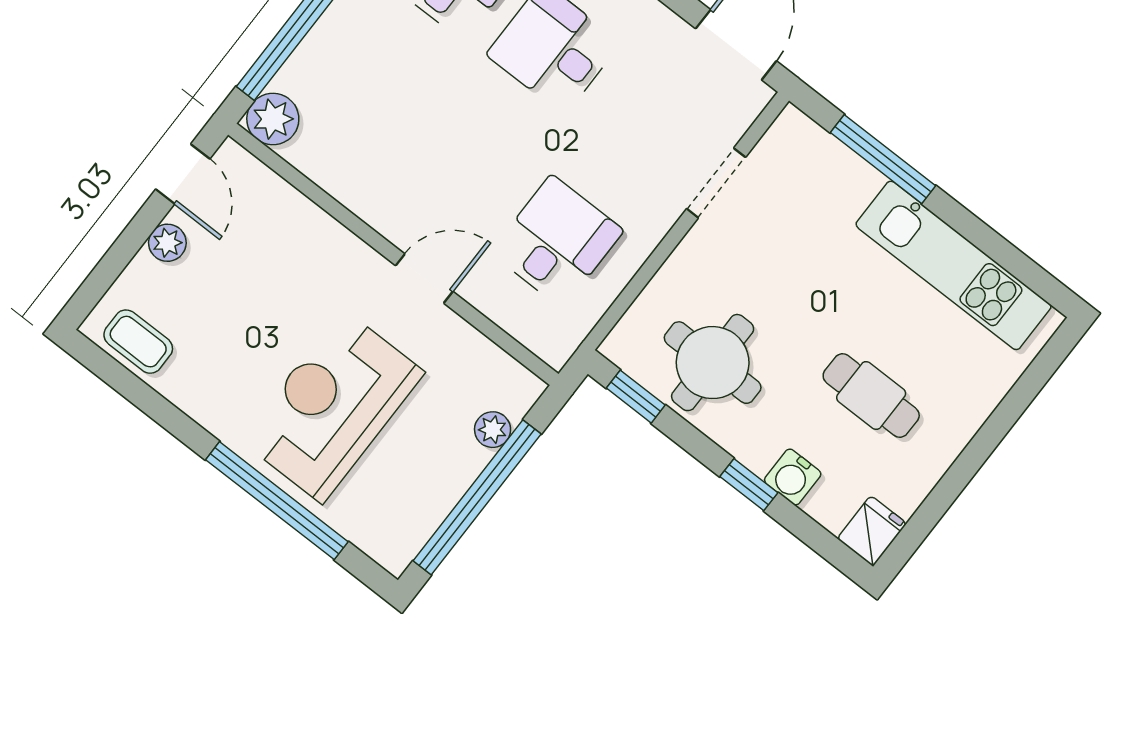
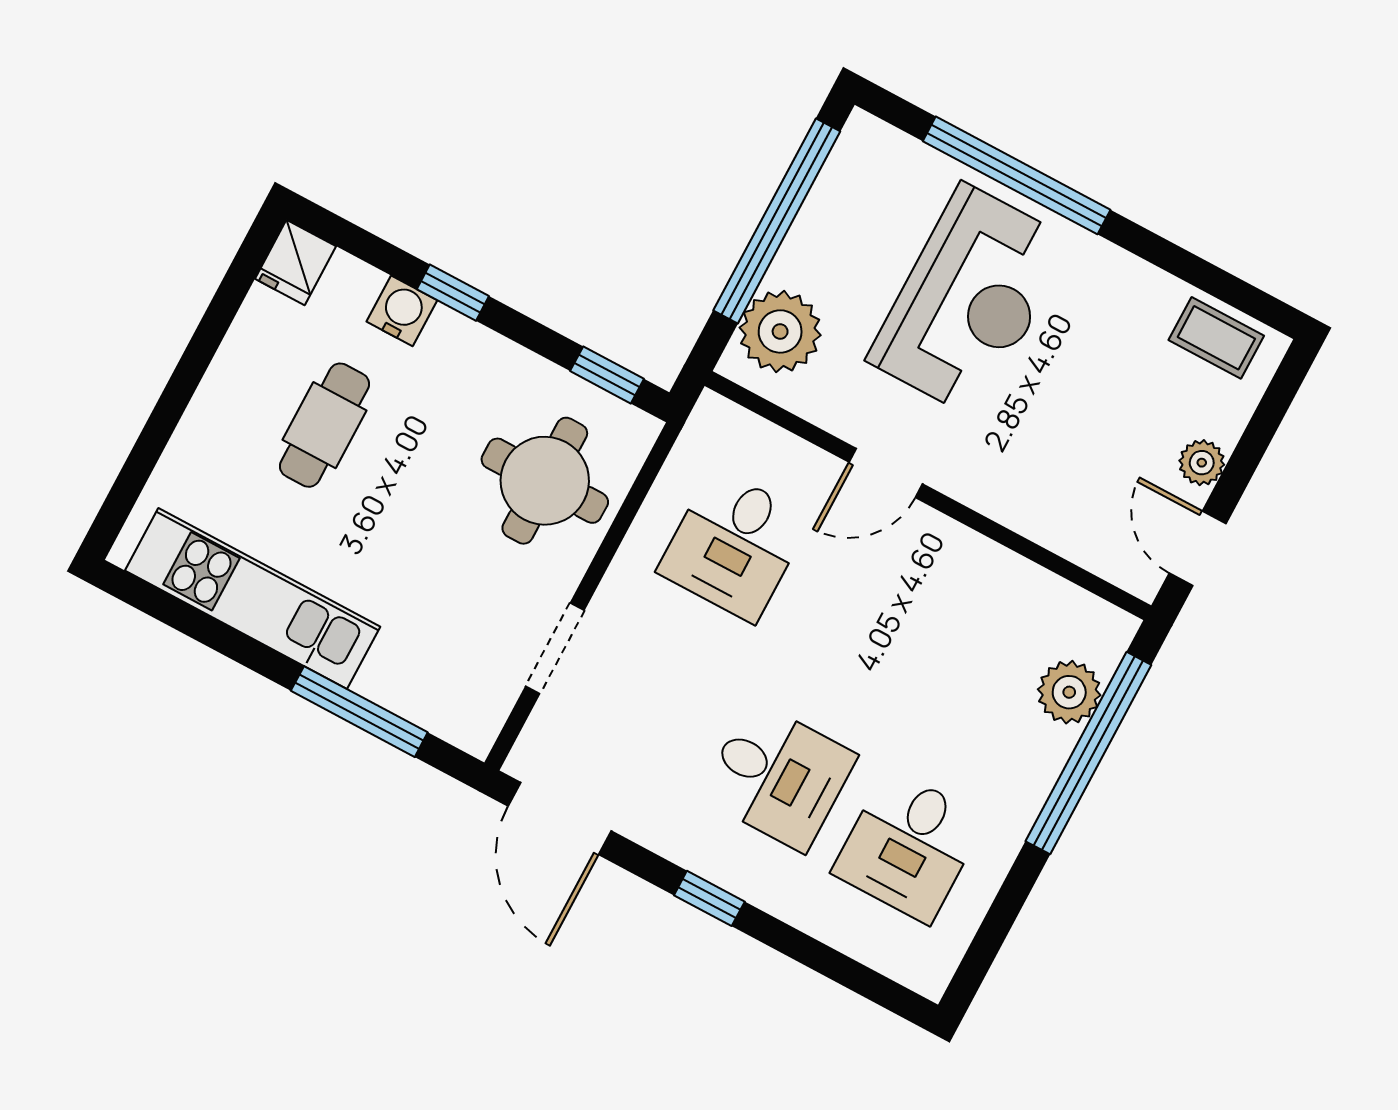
plant: (273, 119) -> (1069, 692), moved
round table: (713, 363) -> (545, 481), moved
cafe table: (871, 396) -> (324, 425), turned 90
plant: (493, 430) -> (780, 331), width x1.88, depth x1.88

